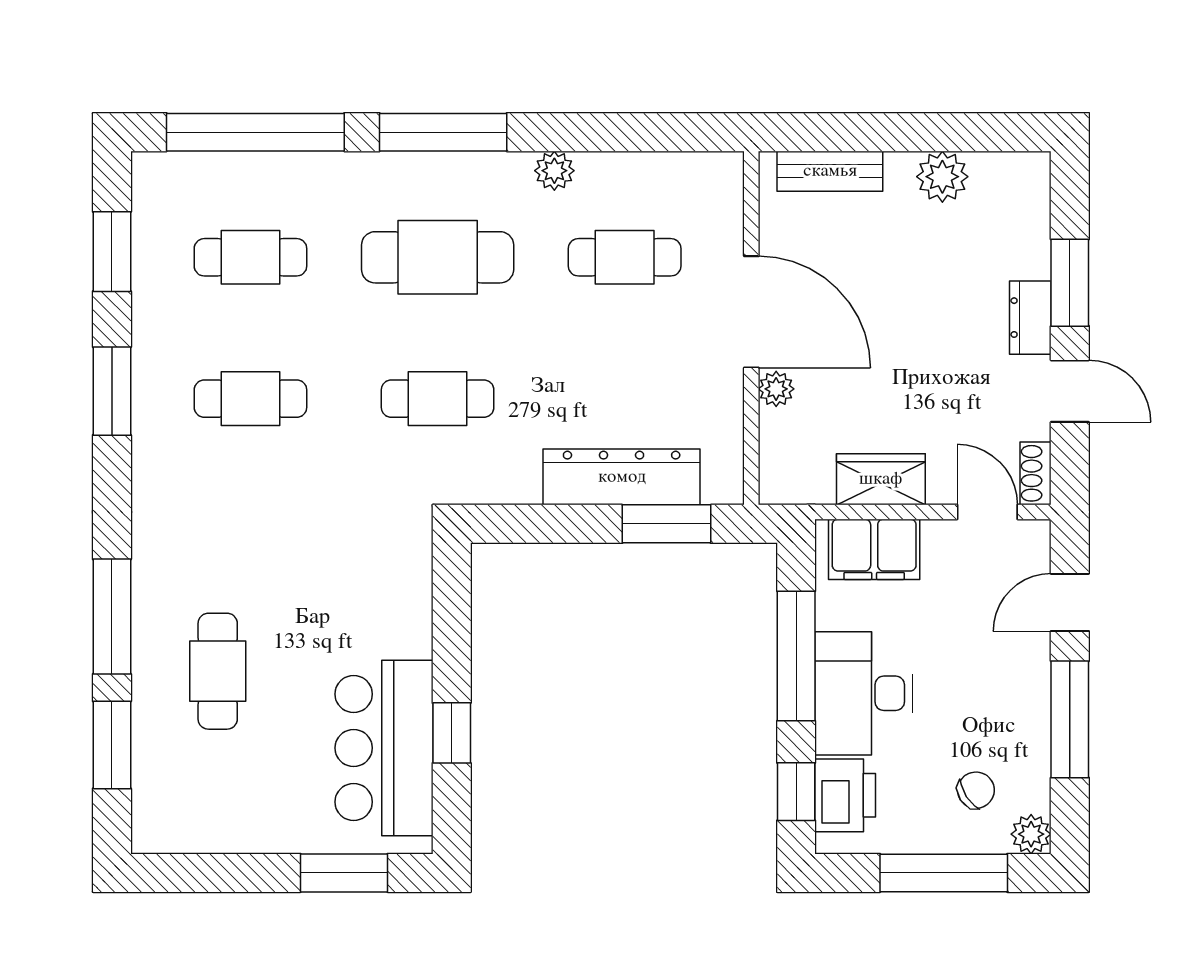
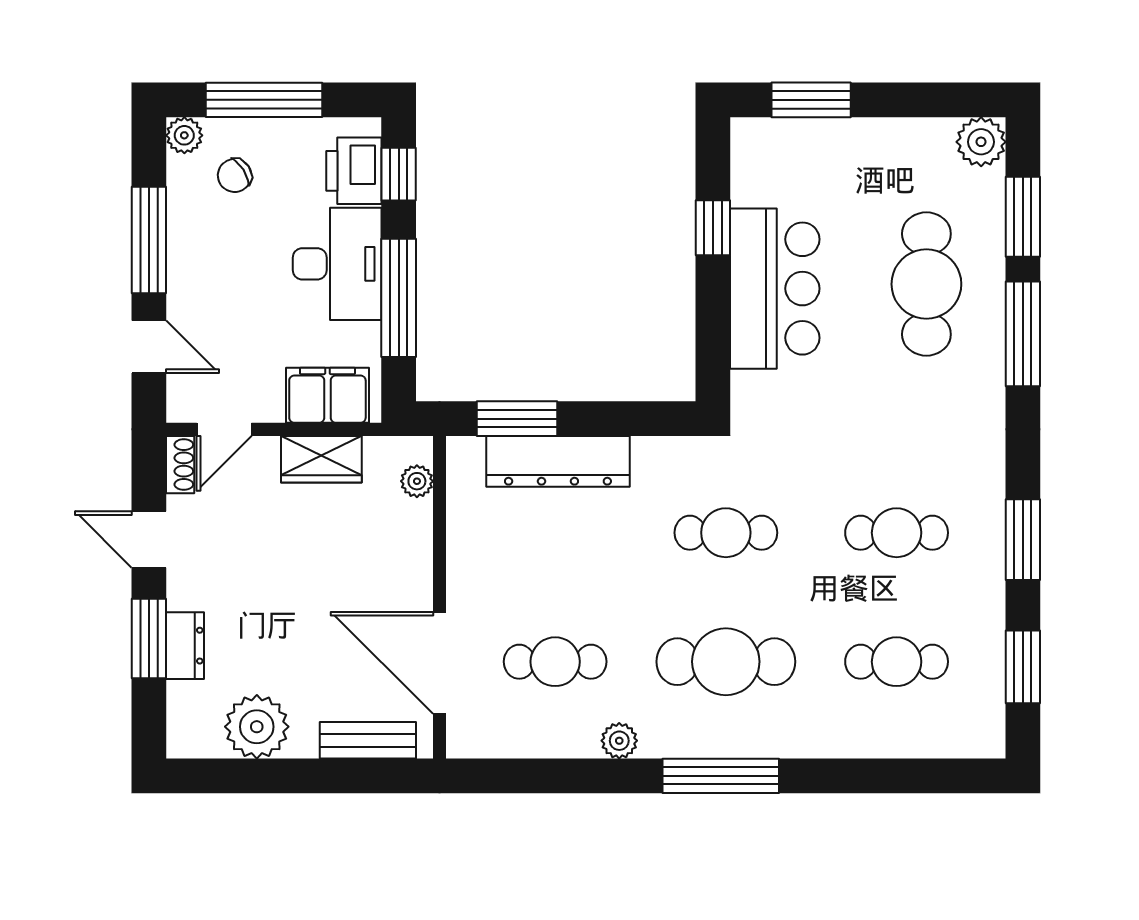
window: (255, 132) -> (892, 776), removed
plant: (942, 177) -> (257, 727), width x1.36, depth x1.36
door: (751, 312) -> (440, 663), moved
dresser: (1030, 318) -> (185, 646), moved
plant: (776, 389) -> (417, 481), moved
door: (987, 512) -> (224, 429), hinge flipped
door: (1070, 602) -> (149, 347), hinge flipped
cafe table: (218, 671) -> (926, 284), width x1.37, depth x1.35
bar counter: (384, 748) -> (775, 289), moved
plant: (158, 827) -> (981, 142), added

